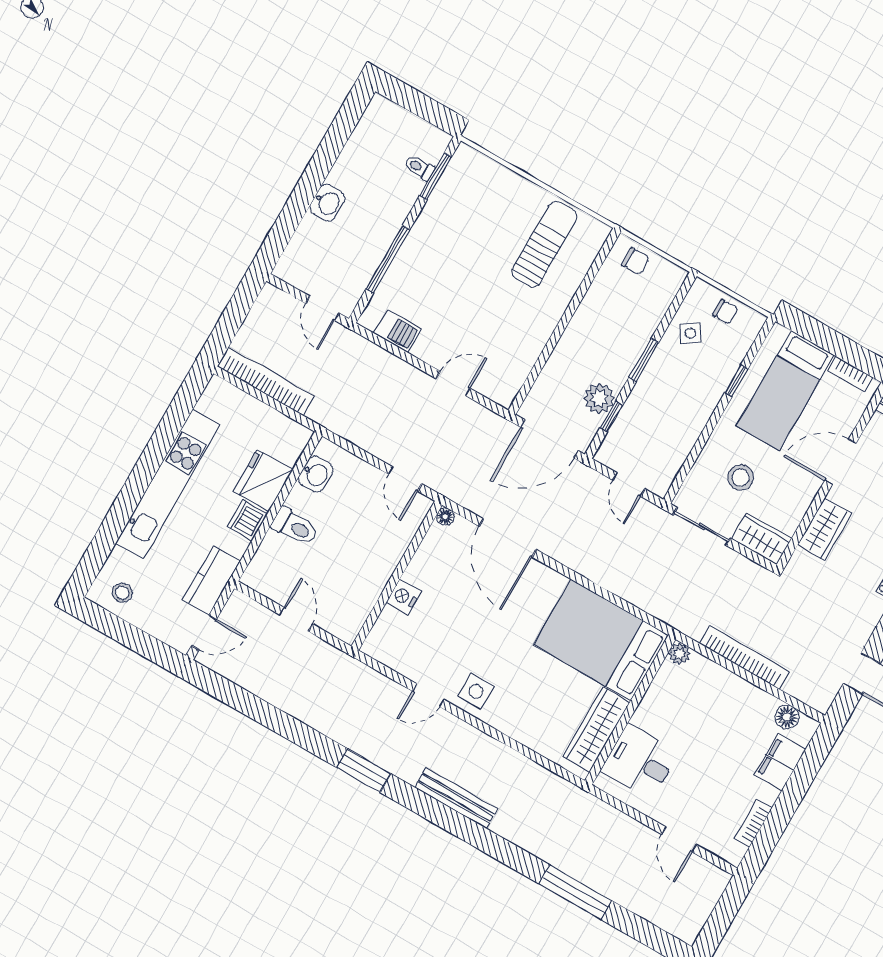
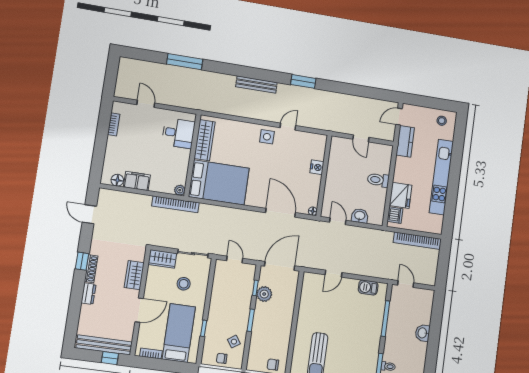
washbasin: (316, 474) -> (360, 216), moved, turned 90
dishwasher: (247, 520) -> (395, 215), moved
bookcase: (744, 657) -> (175, 204), moved
filing cabinet: (780, 762) -> (137, 181), moved, turned -90

